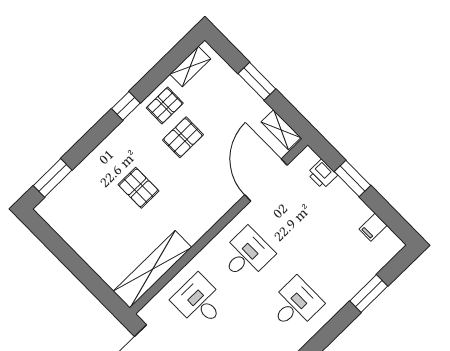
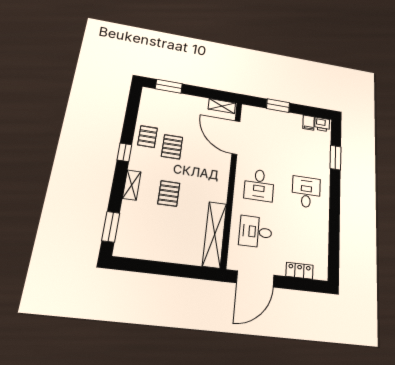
shelving: (190, 67) -> (132, 185), moved
window: (257, 81) -> (169, 86), moved
printer: (322, 174) -> (322, 124), moved
pallet: (138, 188) -> (169, 193), turned 90
desk: (247, 255) -> (259, 185), turned 180

